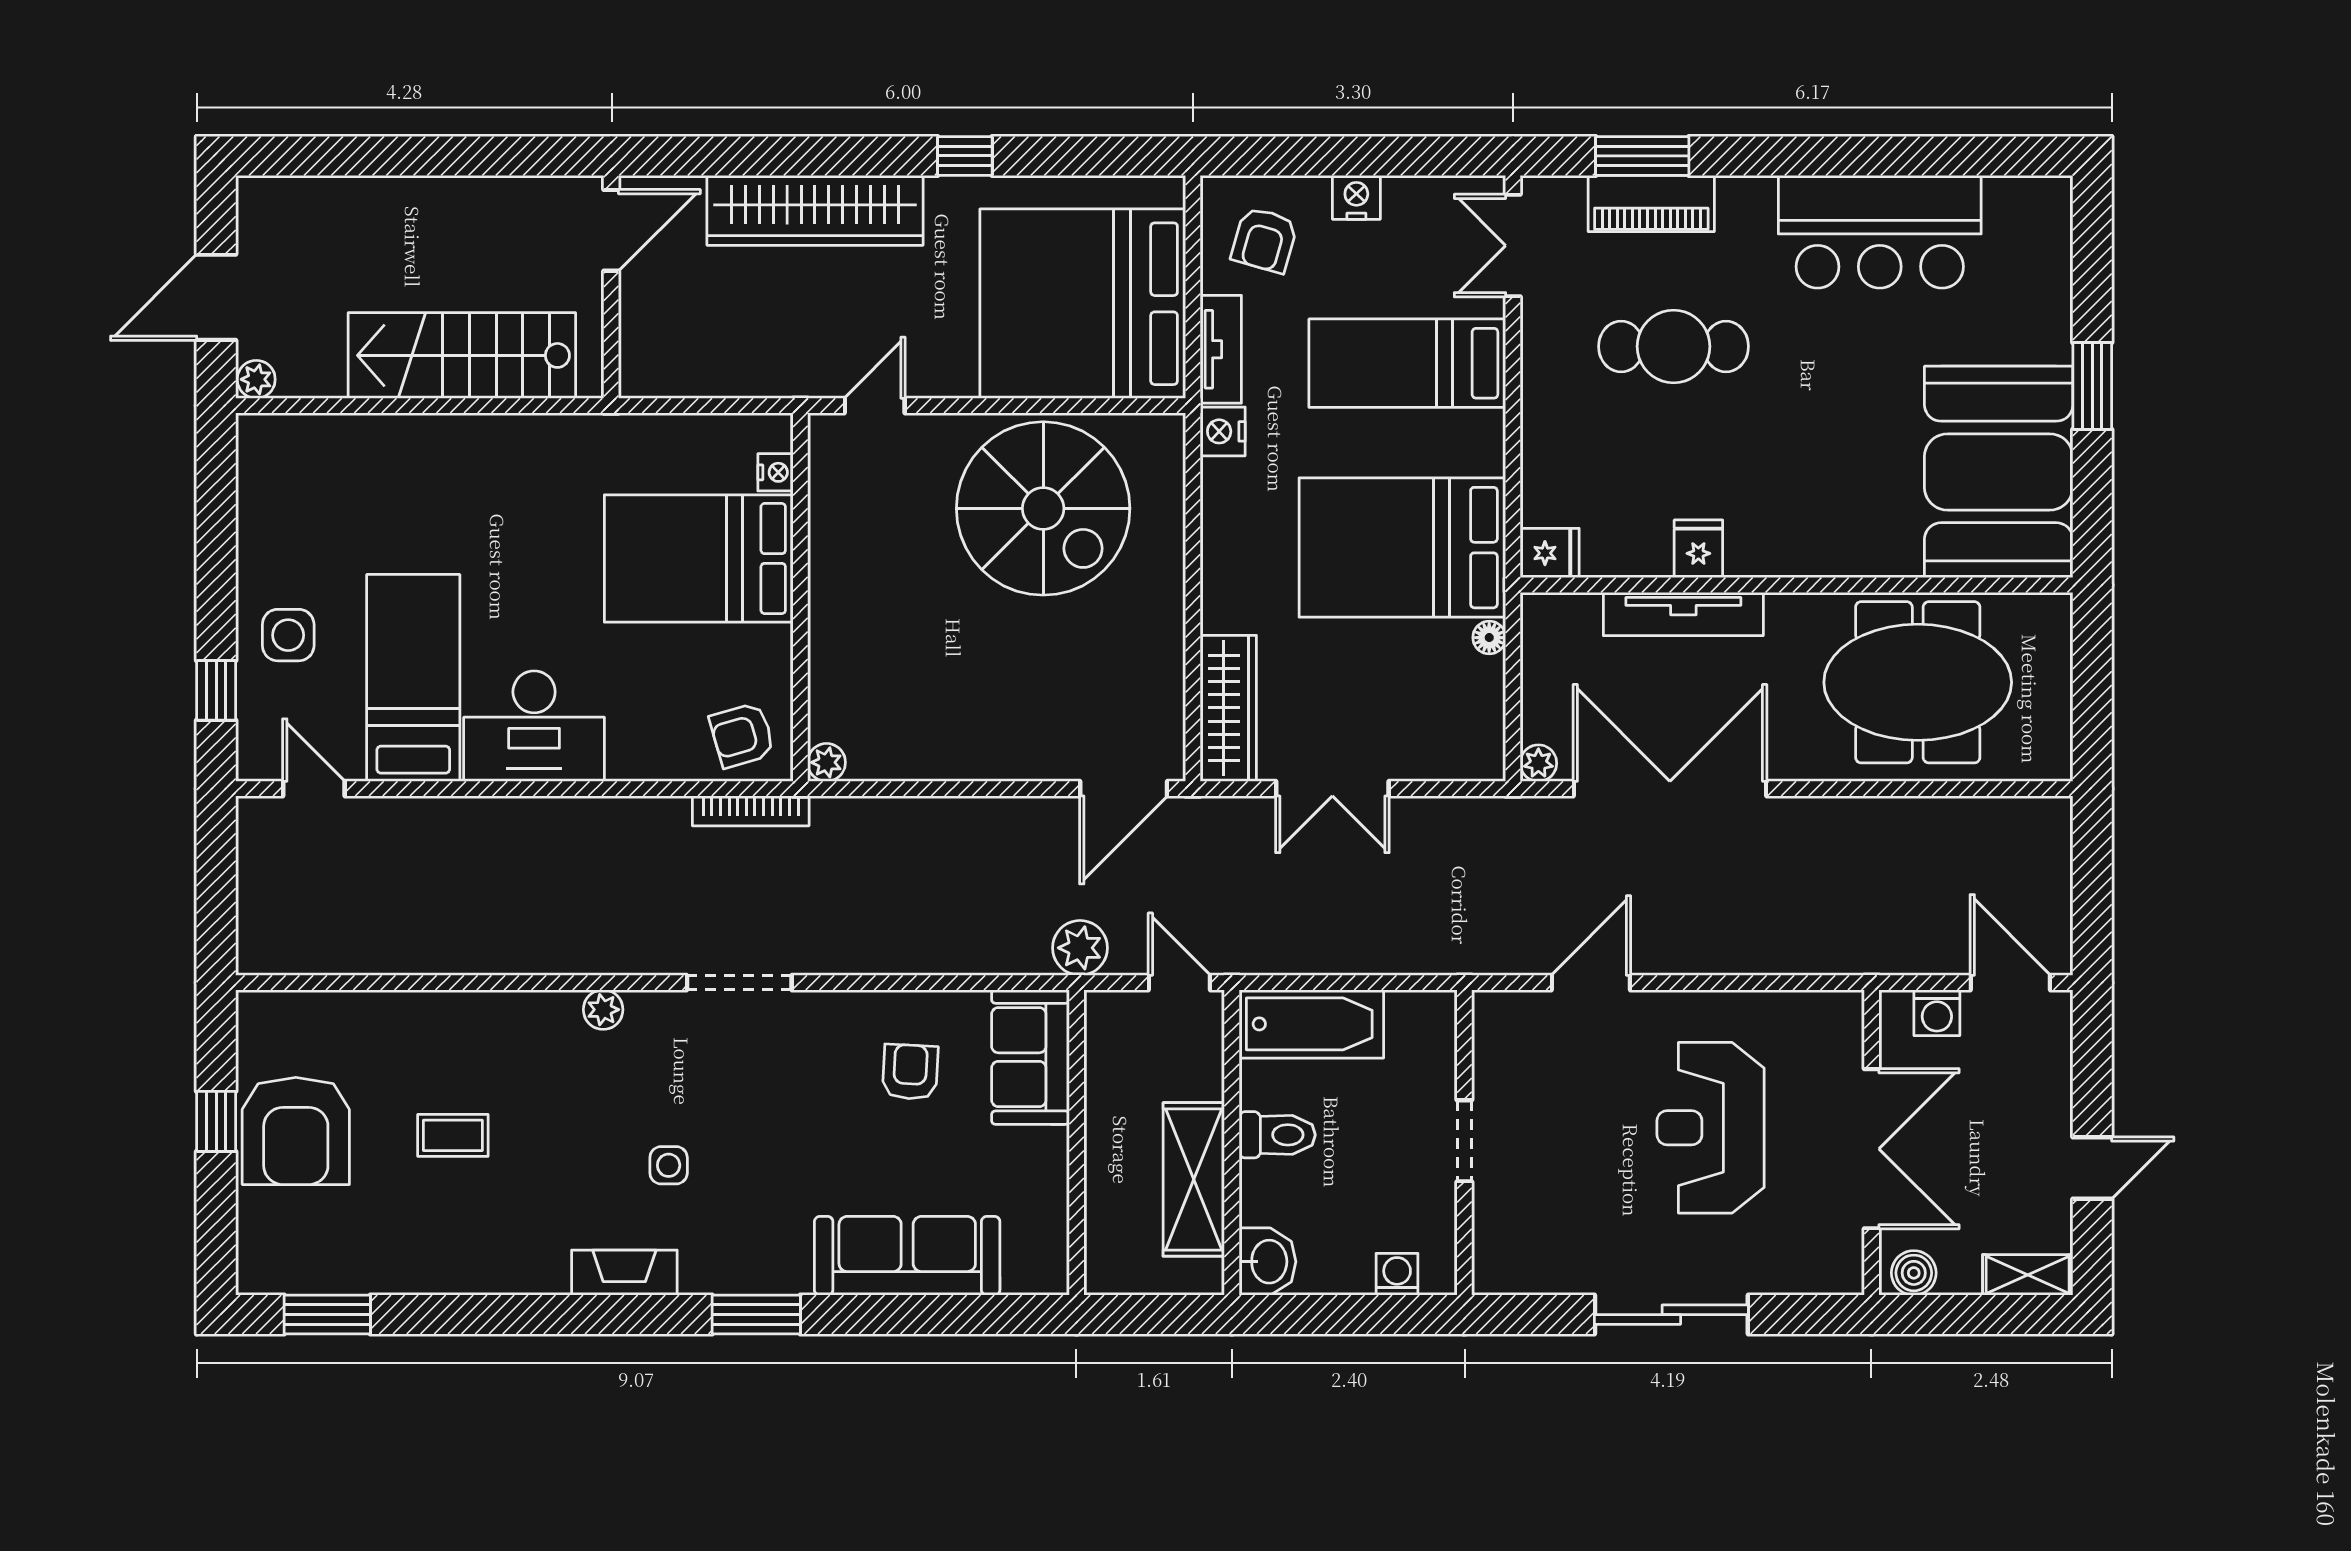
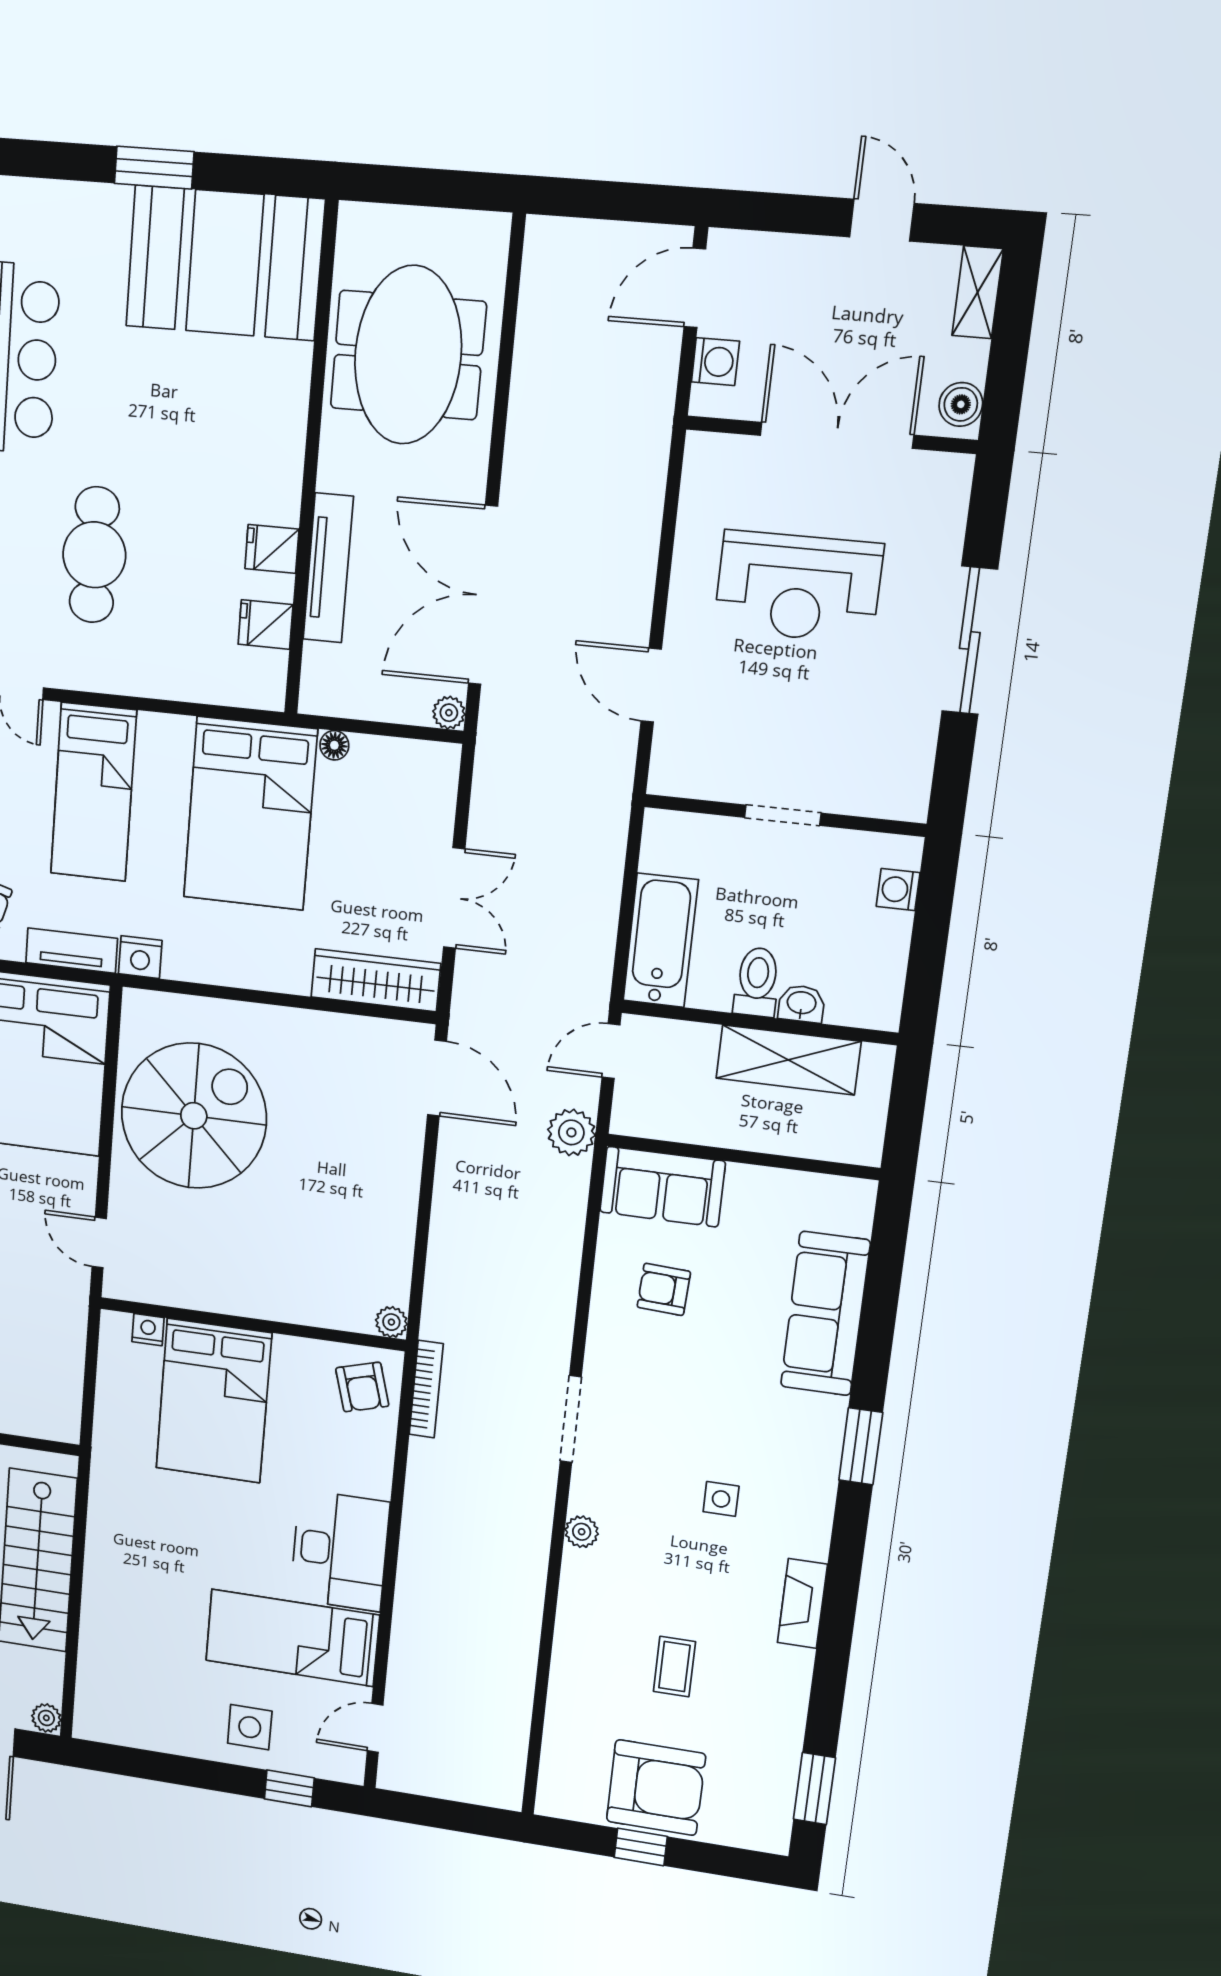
fridge: (1550, 553) -> (266, 624), moved, turned -90
washbasin: (1267, 1262) -> (801, 1004), moved, width x0.72, depth x0.69
fireplace: (624, 1273) -> (802, 1603), moved

